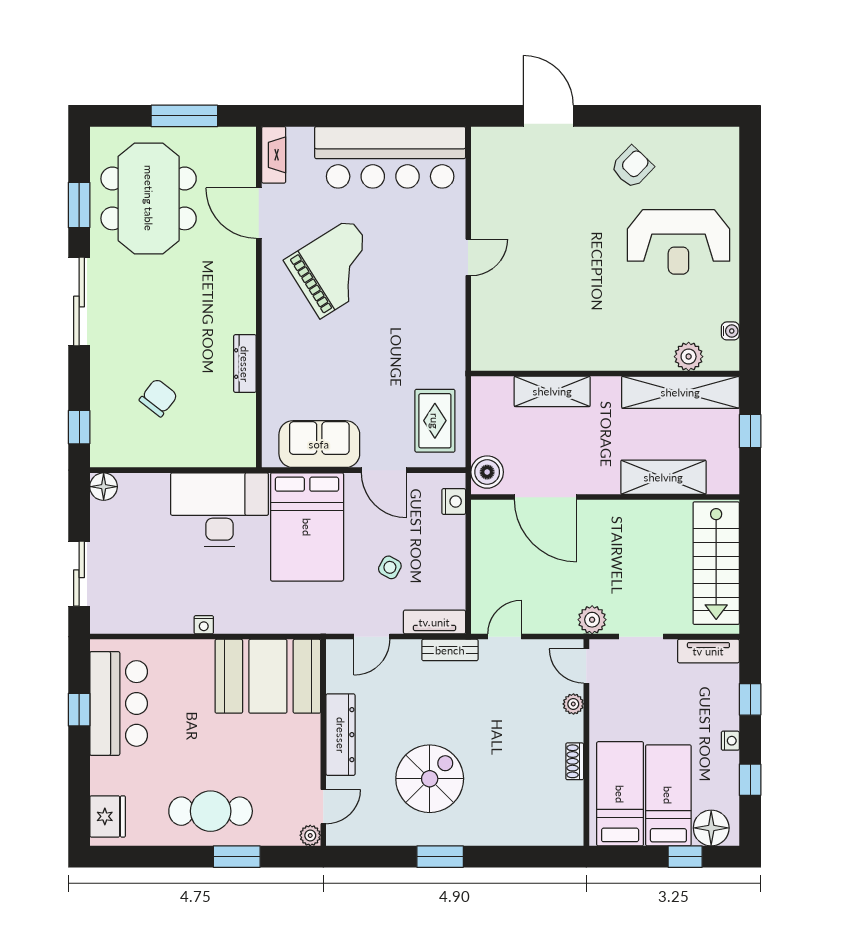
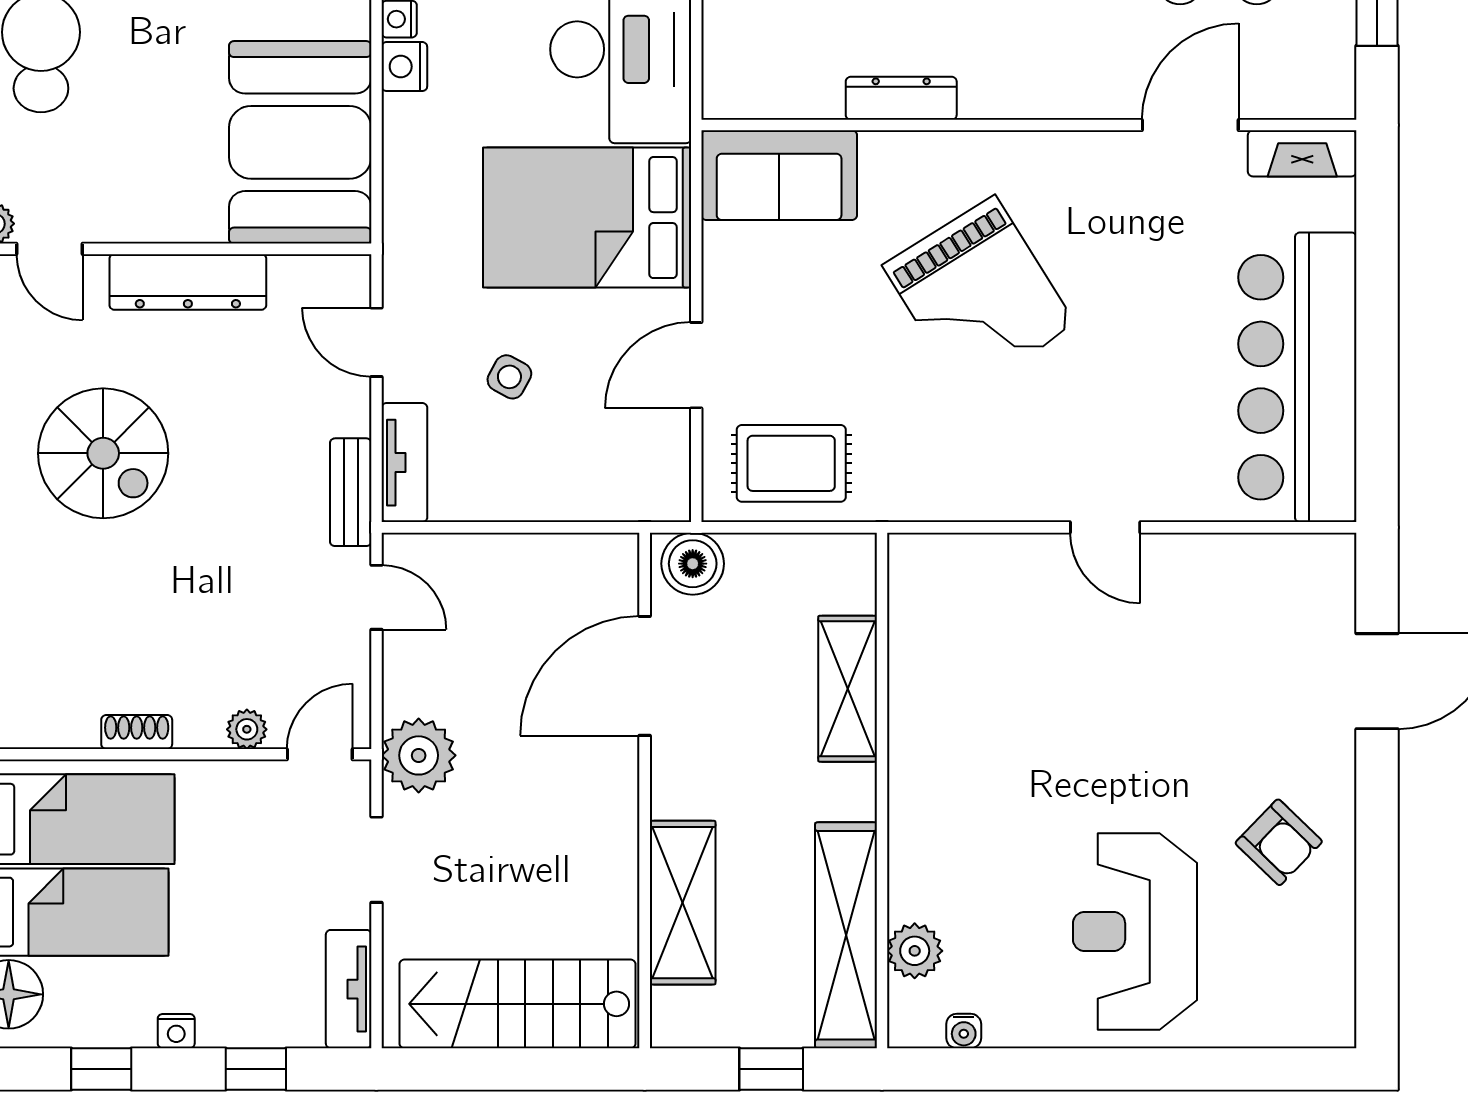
grand piano: (336, 268) -> (979, 295), moved
sofa: (319, 444) -> (779, 175), moved, turned 90
nightstand: (454, 501) -> (404, 67), moved, turned 90
plant: (592, 620) -> (419, 755), width x1.36, depth x1.36

